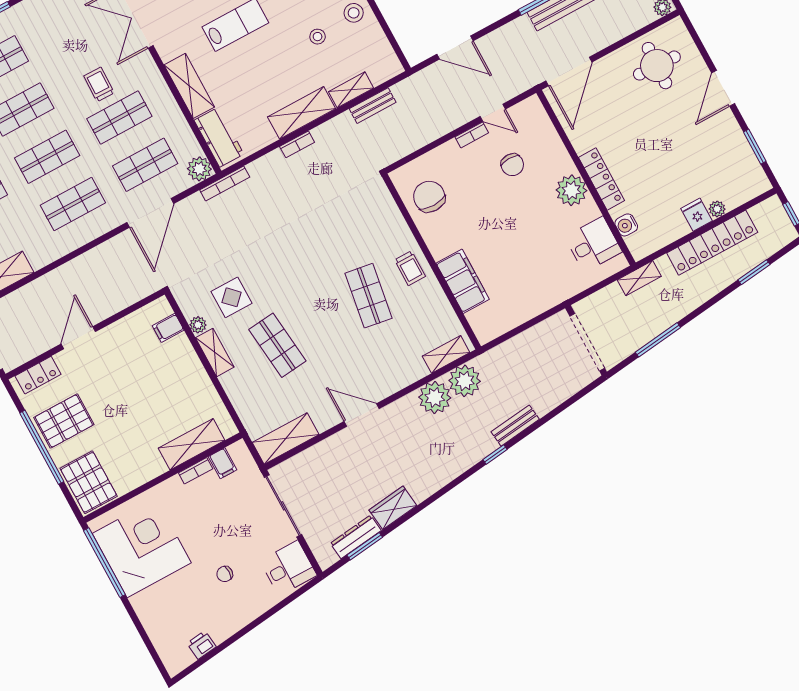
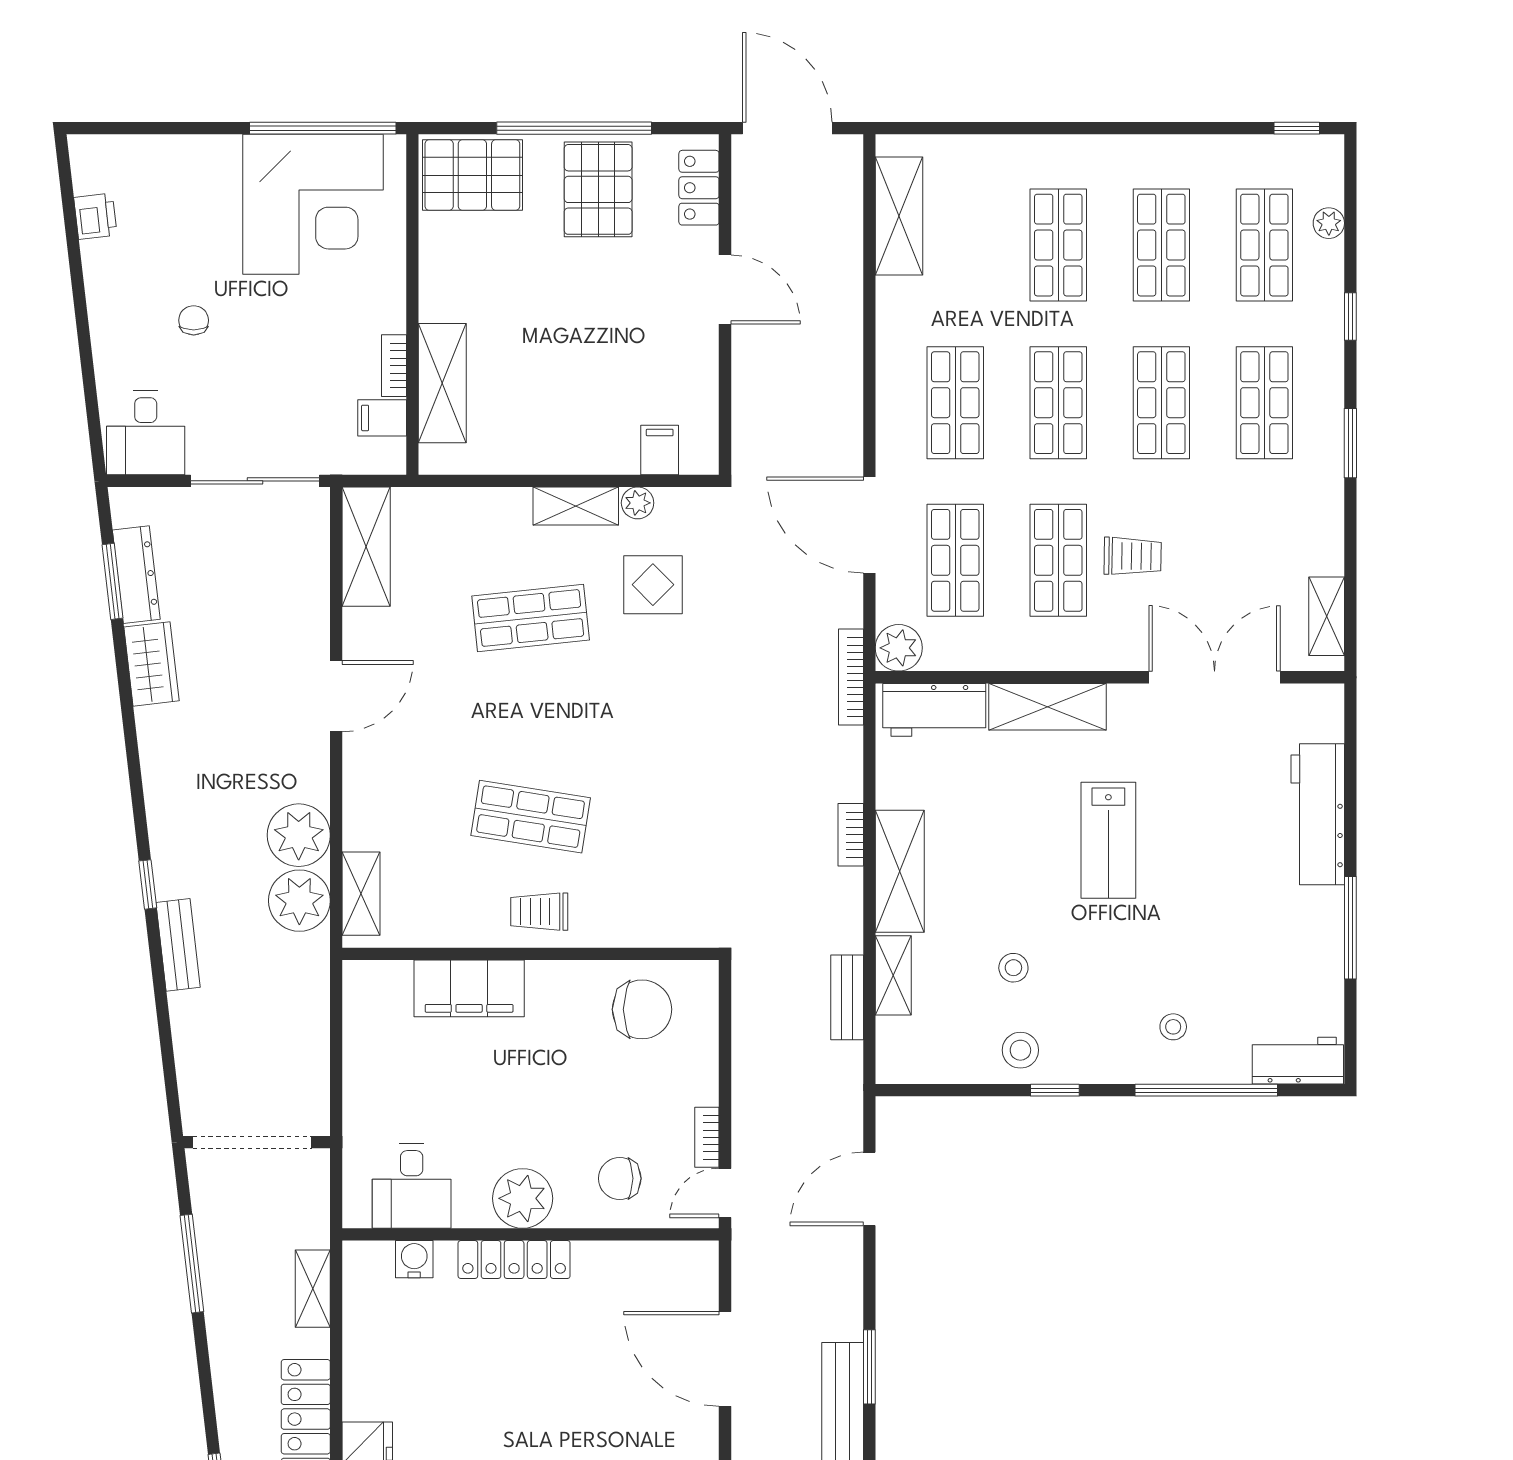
wall: (586, 178) -> (531, 1234), moved
locker: (602, 179) -> (514, 1260), moved
plant: (571, 190) -> (523, 1198), moved
water cooler: (626, 225) -> (414, 1259), moved
desk: (593, 244) -> (412, 1186), moved

